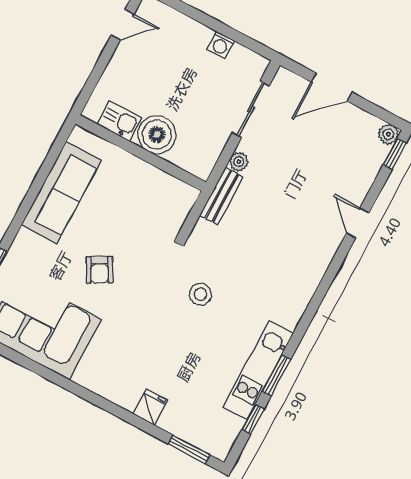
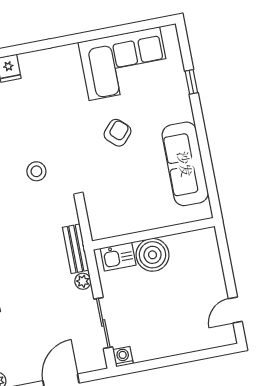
washing machine: (221, 45) -> (123, 357), moved
kitchen sink: (119, 121) -> (118, 257), moved
armchair: (99, 270) -> (118, 133), turned 71

